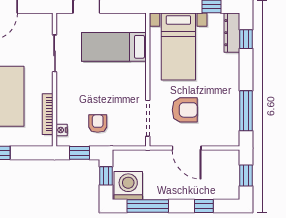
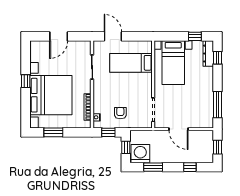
armchair: (185, 110) -> (177, 104), removed
window: (148, 206) -> (153, 167), width x0.69

